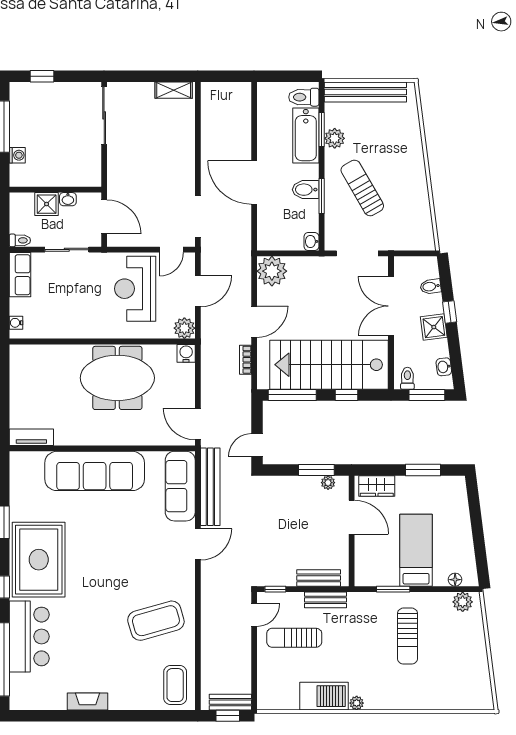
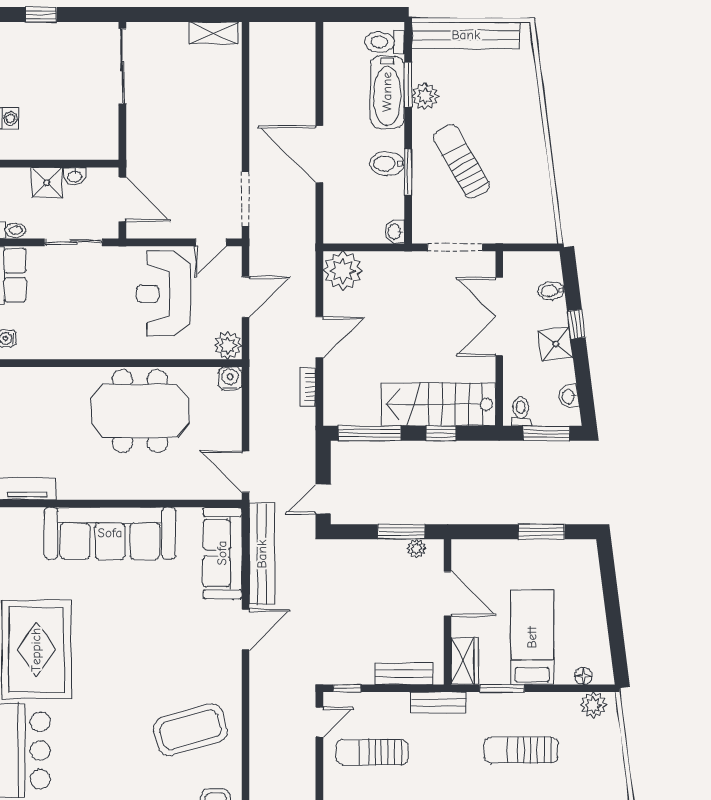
stairs: (329, 365) -> (439, 404), width x0.73, depth x0.66
wardrobe: (377, 486) -> (465, 661), moved, turned -90
bench: (325, 600) -> (438, 702), moved
sun lounger: (408, 636) -> (521, 750), turned 90

